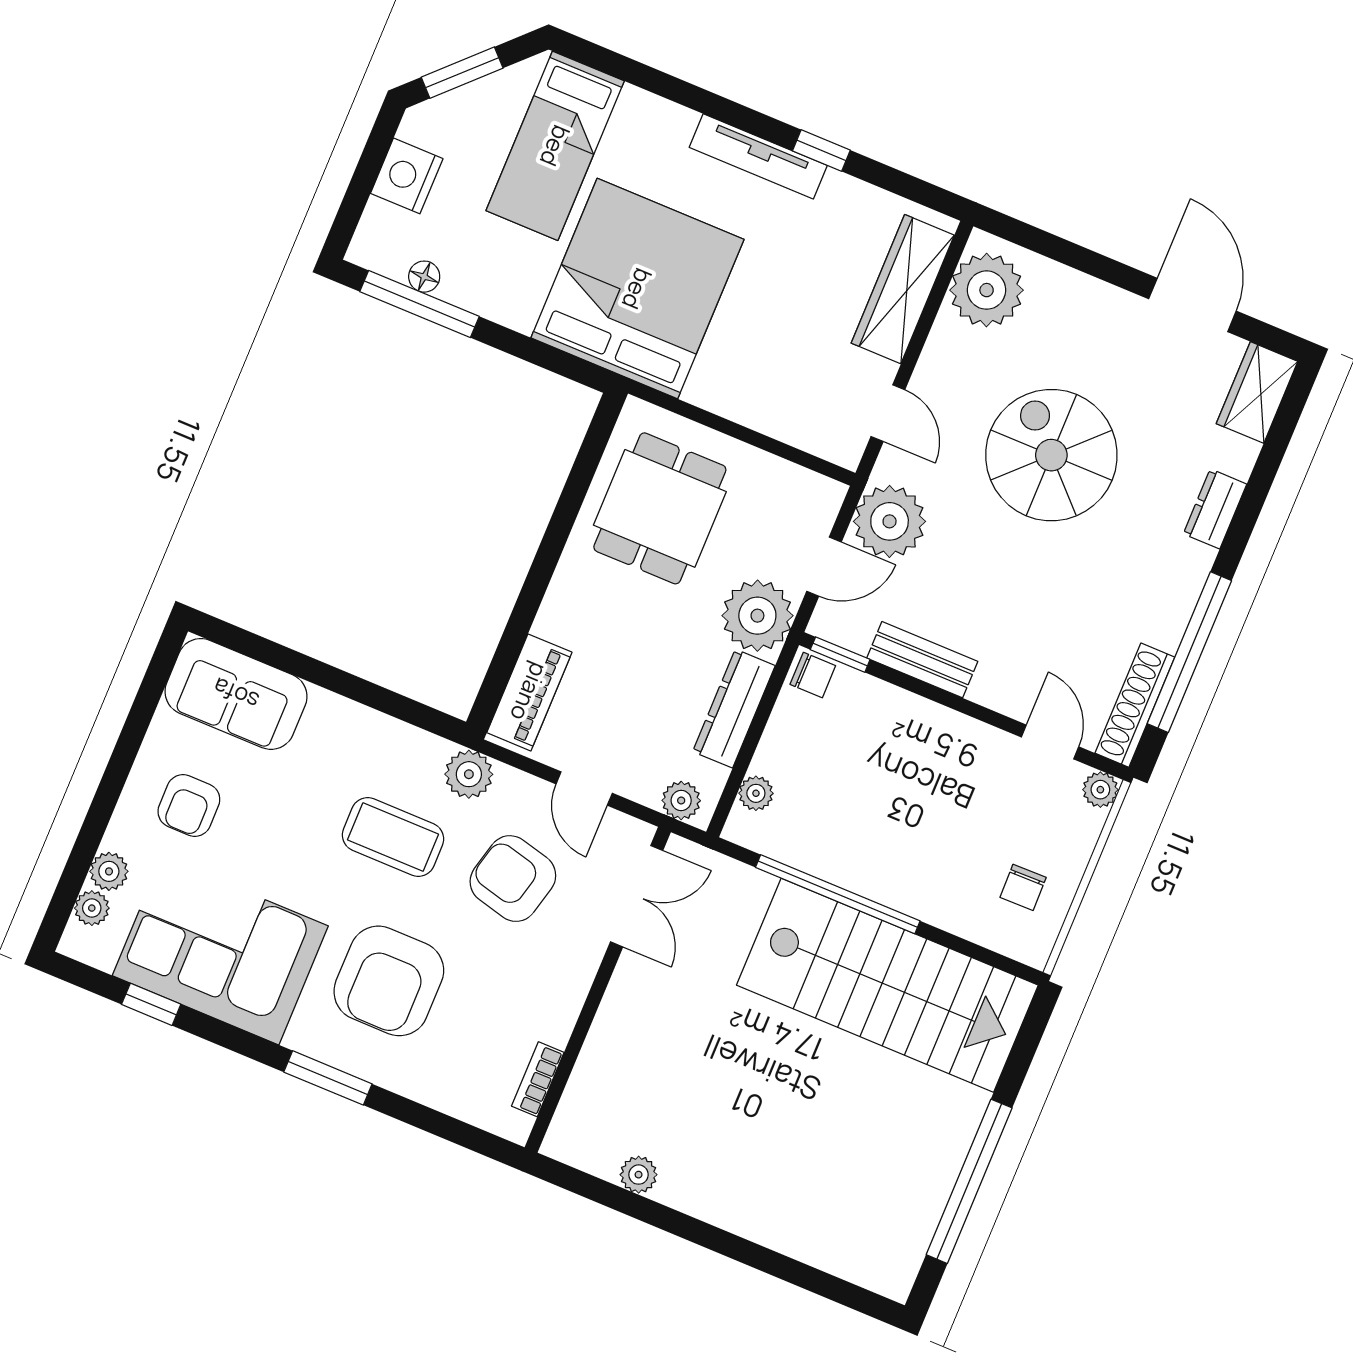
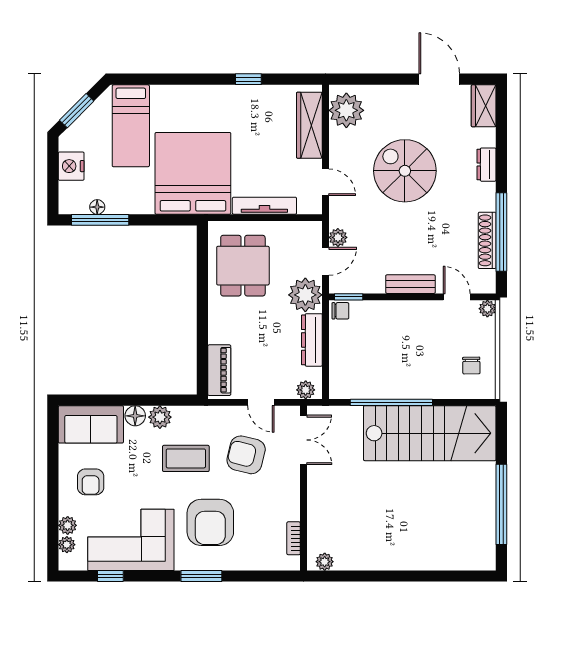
tv unit: (758, 156) -> (264, 206), moved, turned 180
plant: (890, 521) -> (338, 237), width x0.53, depth x0.53
bench: (922, 660) -> (410, 284), moved
shoe rack: (1135, 705) -> (487, 240), moved
floor lamp: (329, 713) -> (135, 416), added
plant: (469, 774) -> (160, 417), moved
plant: (756, 793) -> (337, 373), removed
plant: (639, 1175) -> (325, 562), moved

